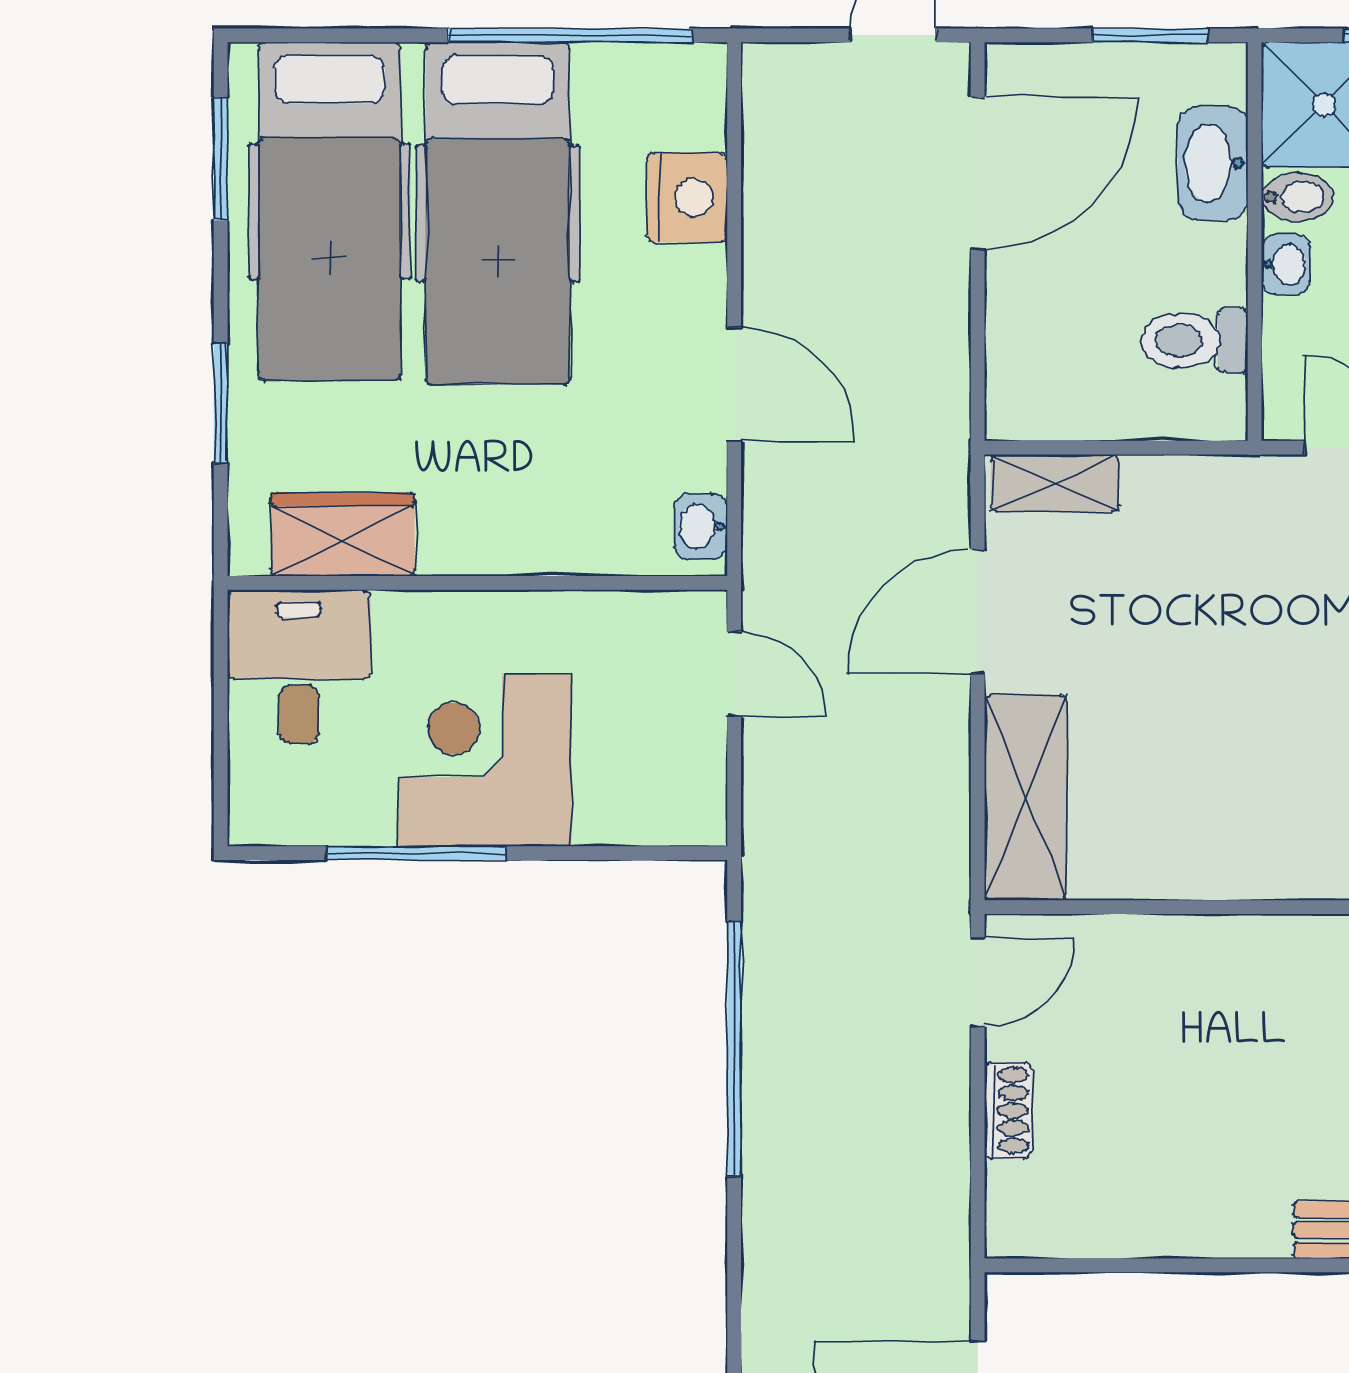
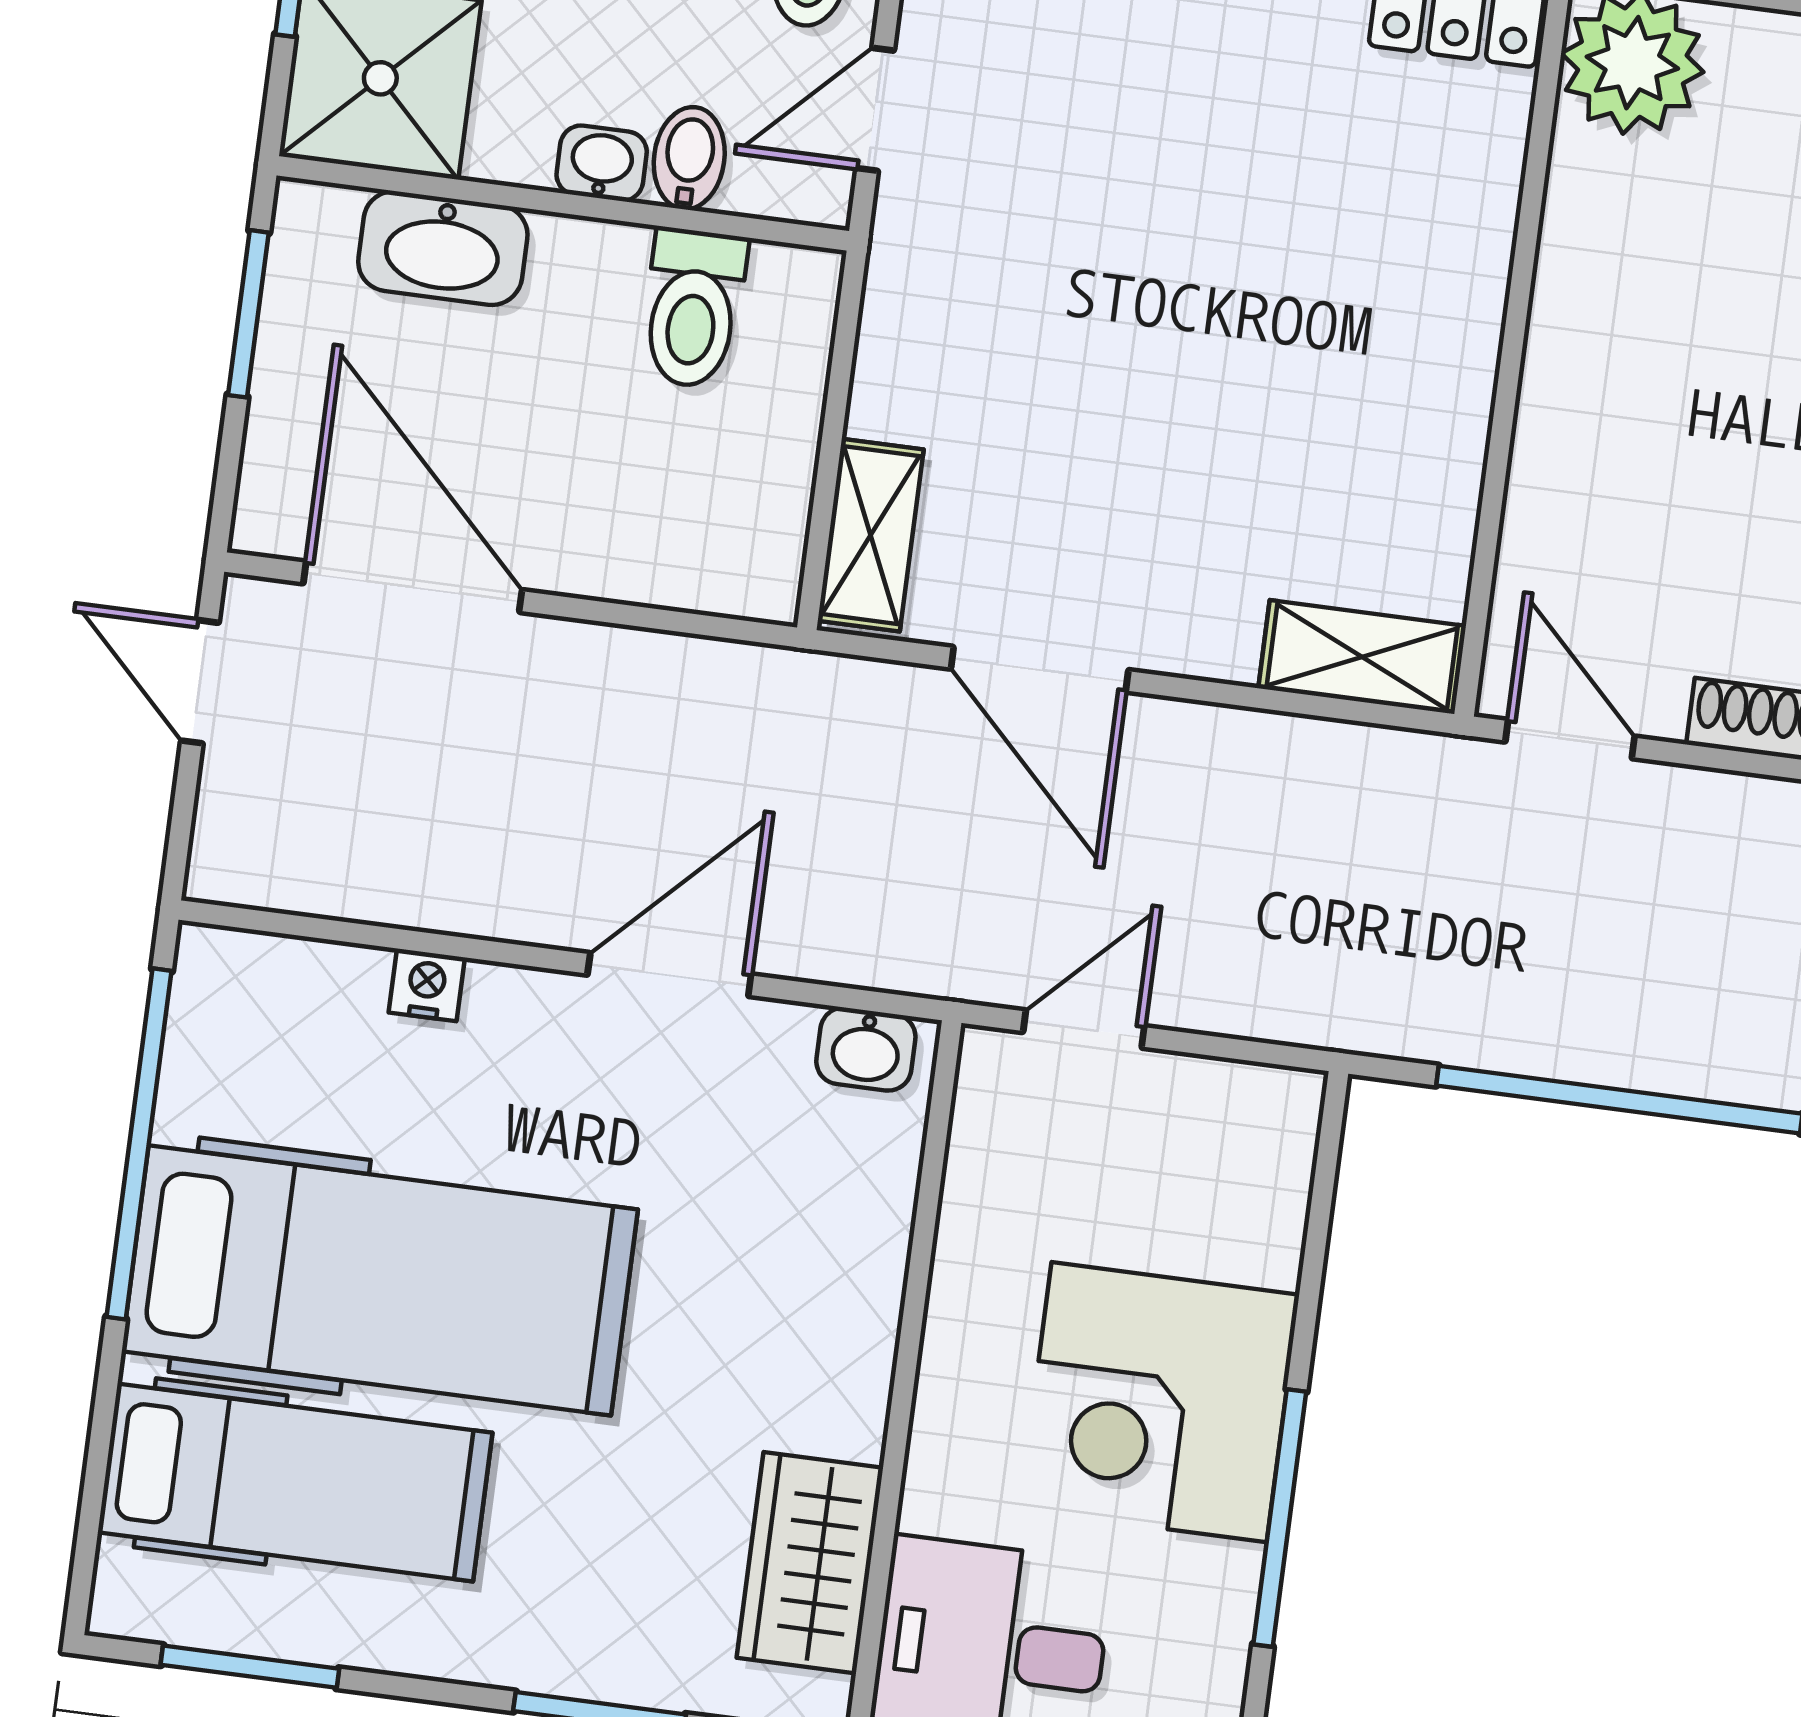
bidet: (1297, 197) -> (689, 158), moved
nightstand: (687, 198) -> (427, 985), width x0.53, depth x0.56
hospital bed: (329, 211) -> (295, 1482), width x0.73, depth x0.78
shelving: (1025, 798) -> (1362, 657), width x0.67, depth x0.75

